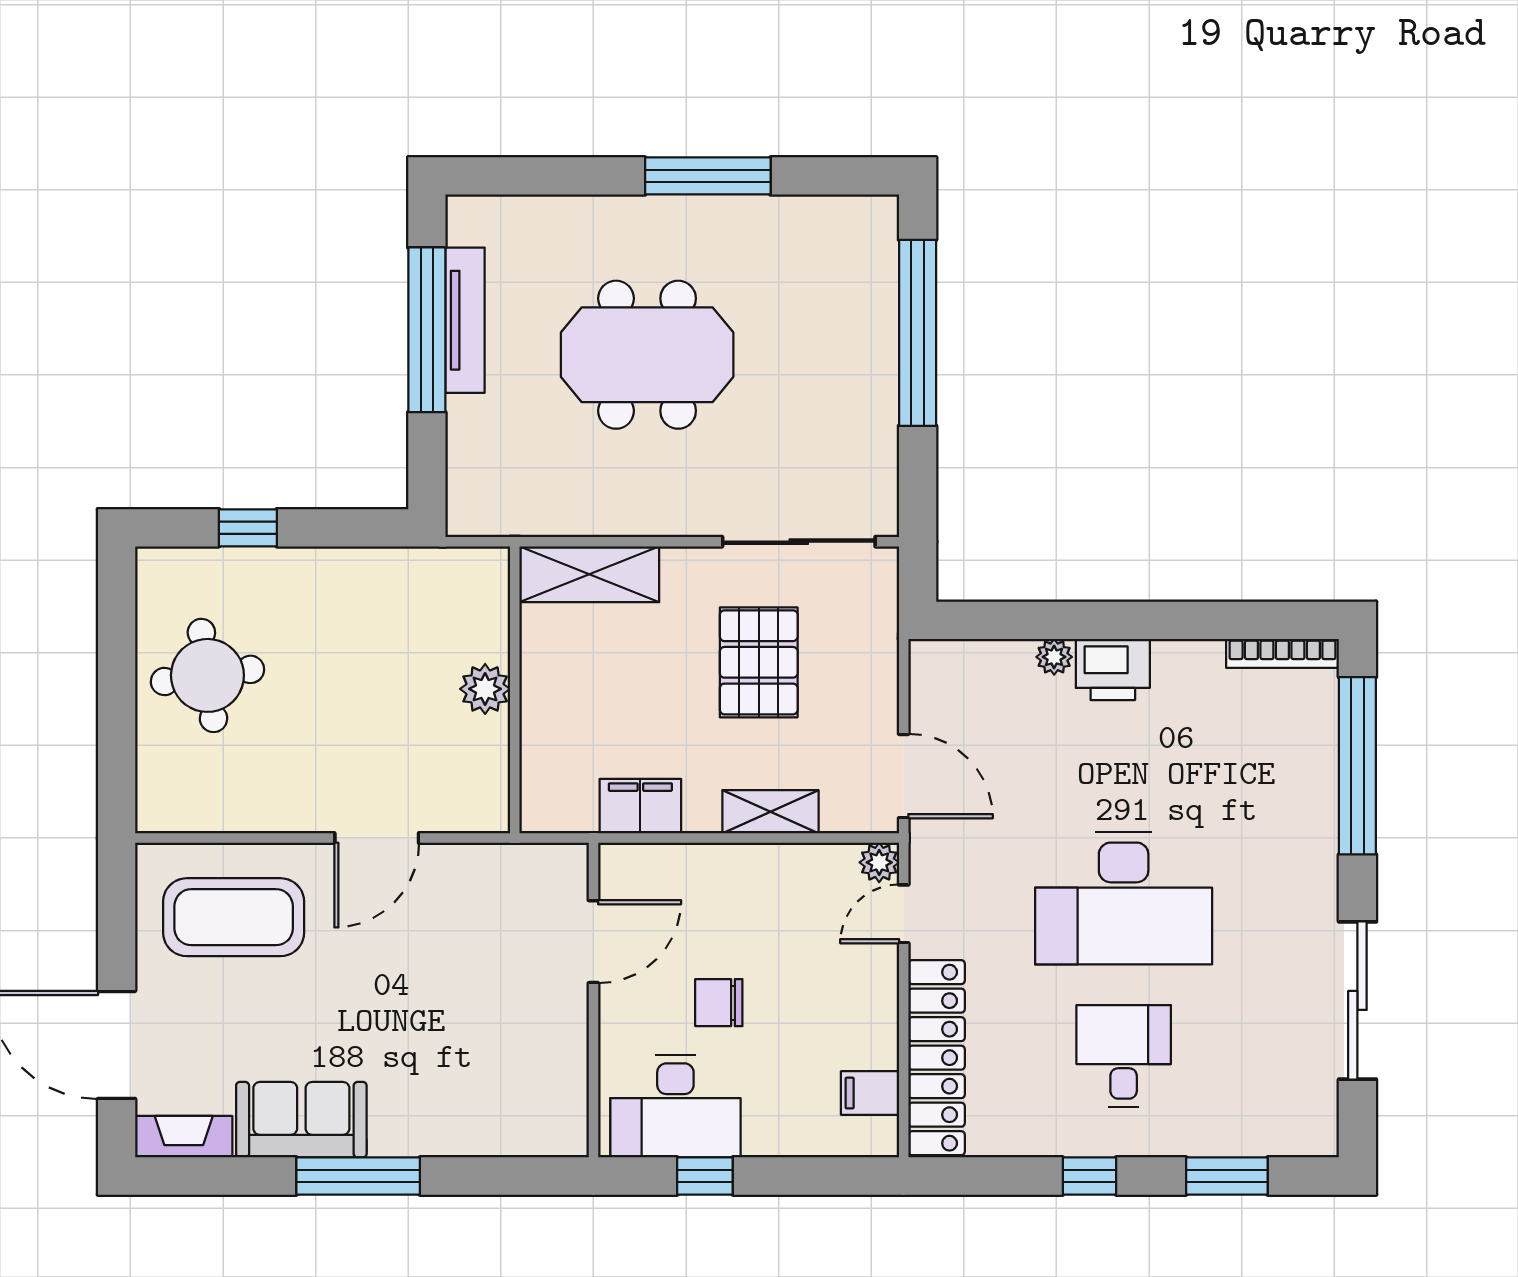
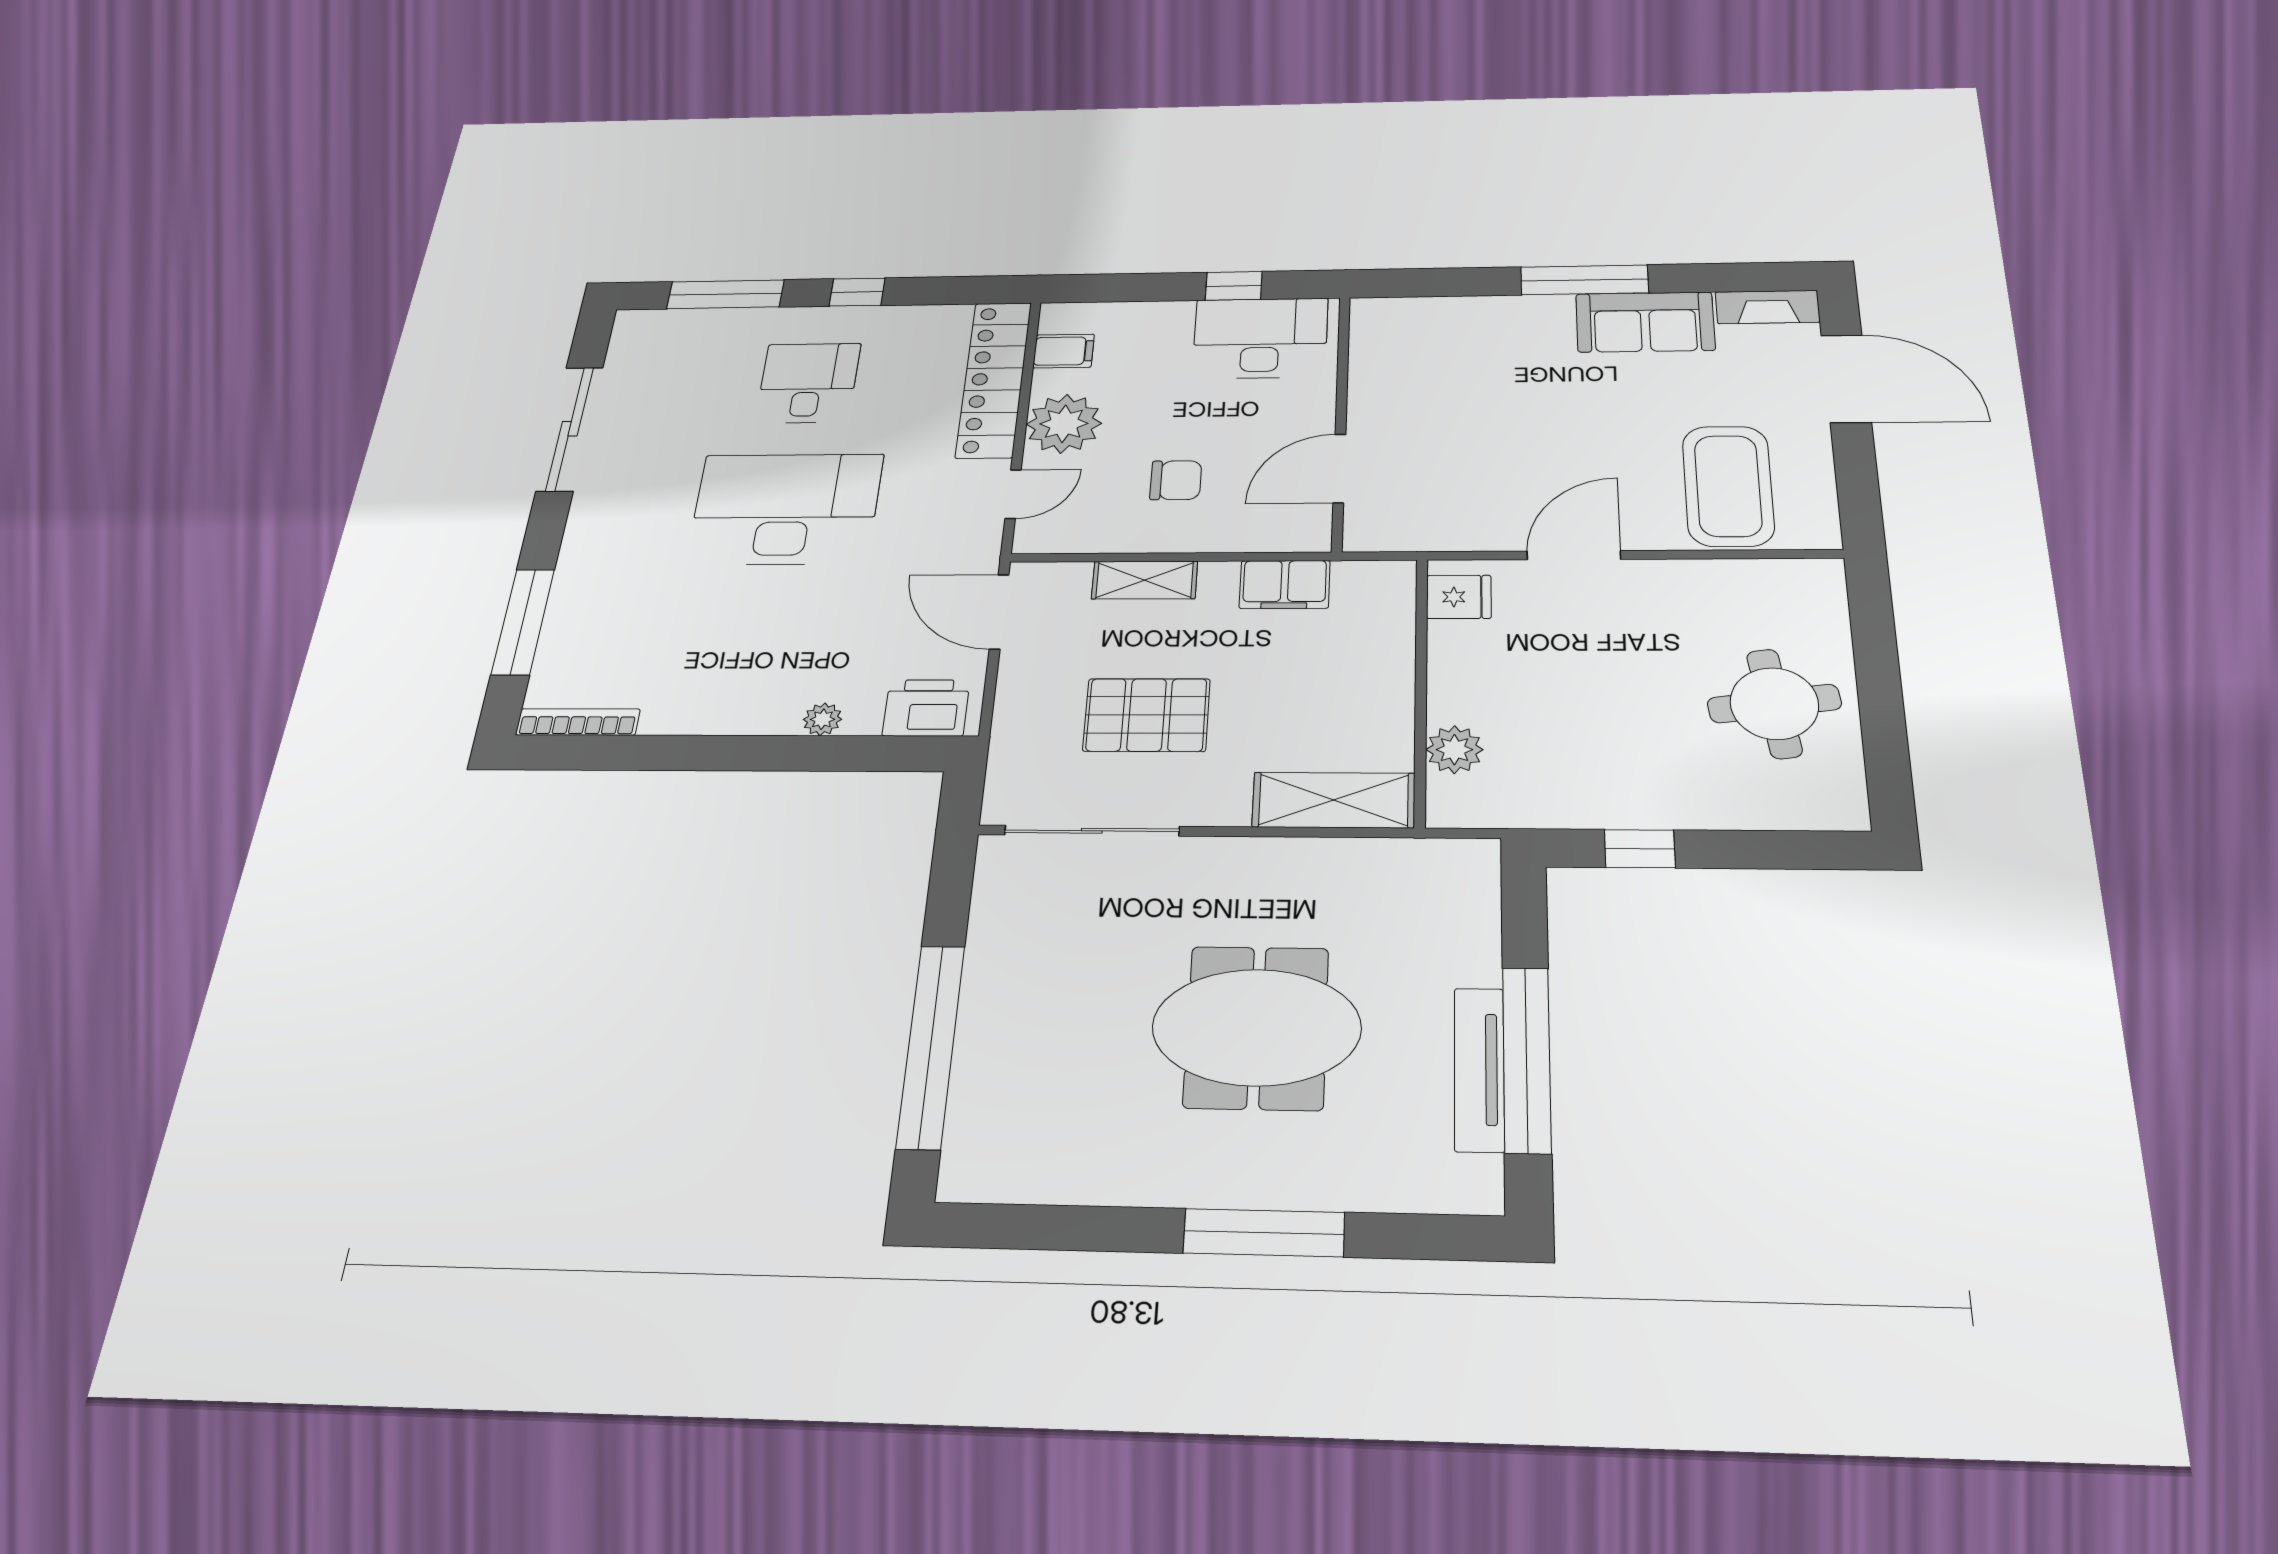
window: (708, 176) -> (1264, 1233), moved
window: (248, 528) -> (1640, 849), moved
pallet: (759, 662) -> (1147, 715), turned 90
printer: (1113, 670) -> (926, 708), moved
plant: (485, 689) -> (1454, 750), moved
window: (1357, 766) -> (523, 622), width x0.68
fridge: (481, 791) -> (1459, 597), added
plant: (879, 862) -> (1064, 424), moved, width x1.88, depth x1.88
coffee table: (234, 917) -> (1728, 486), turned 90
chair: (719, 1003) -> (1176, 480), moved
desk: (1124, 1056) -> (808, 383), turned 180
window: (1227, 1176) -> (725, 294), width x1.44

